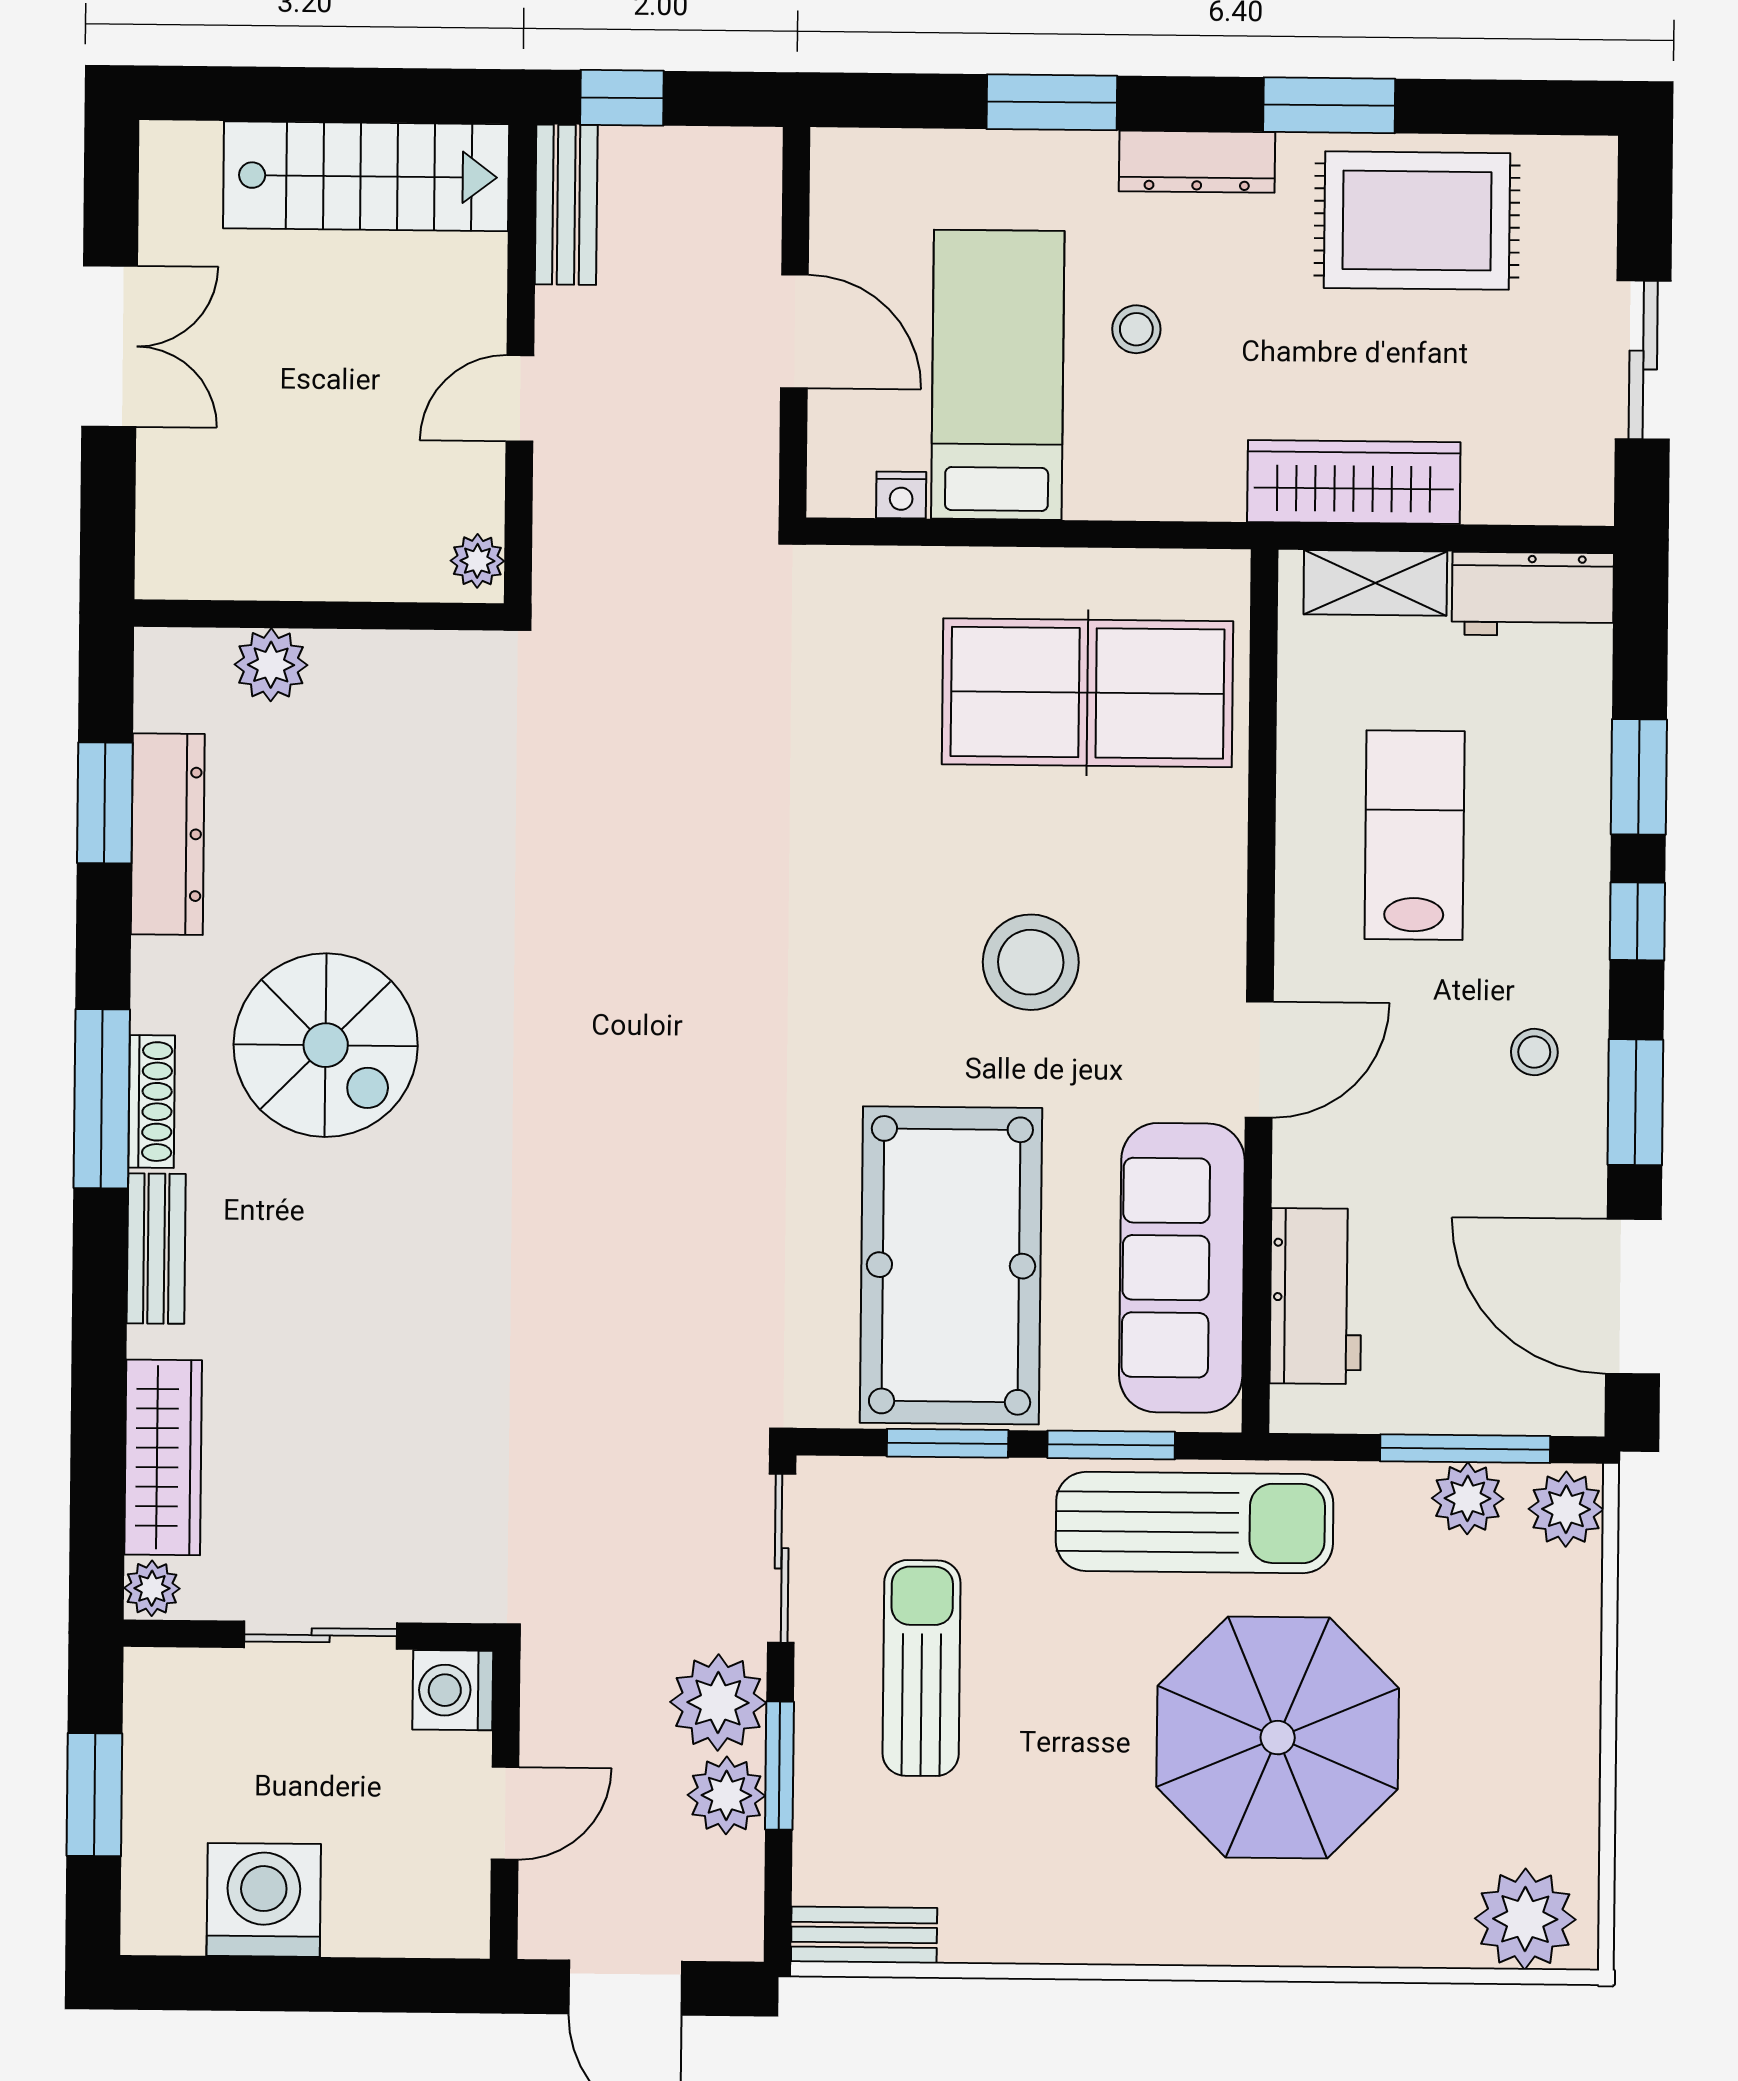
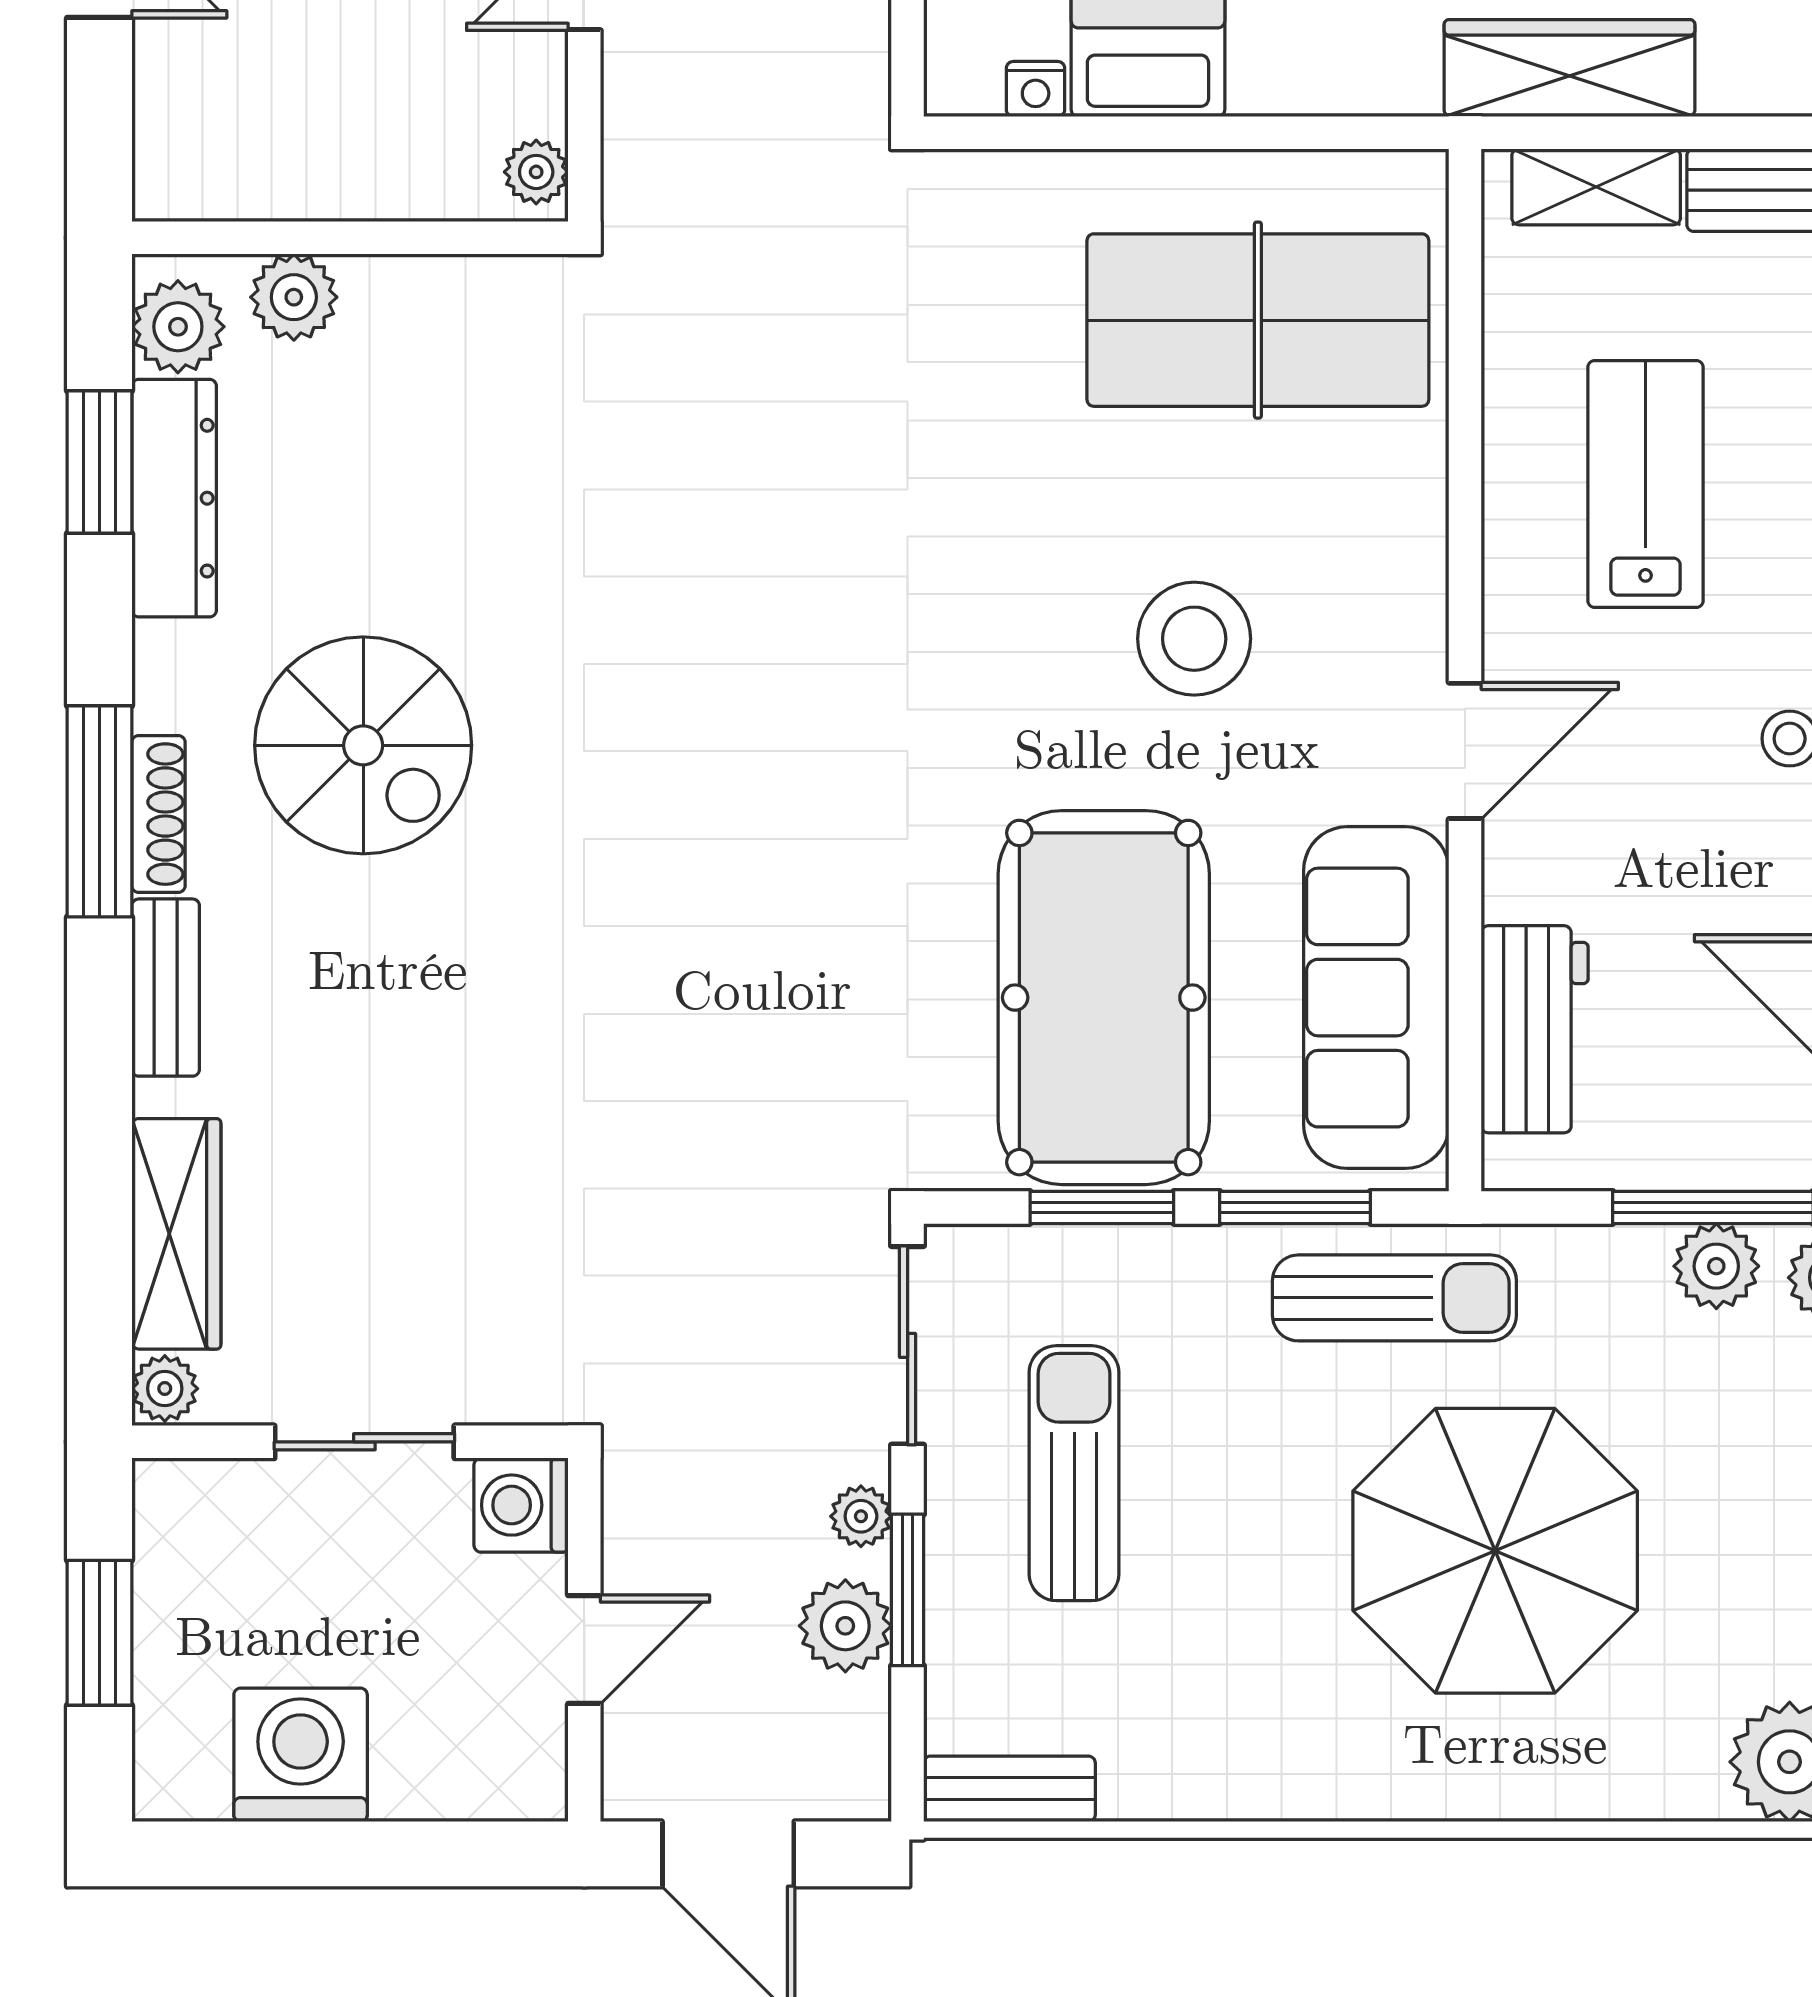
plant: (173, 689) -> (178, 327), added
sun lounger: (1195, 1523) -> (1394, 1298), width x0.73, depth x0.75
plant: (718, 1702) -> (861, 1516), width x0.53, depth x0.53

